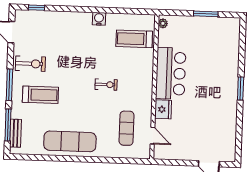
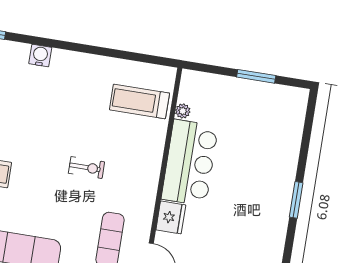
water cooler: (99, 19) -> (40, 56), moved
plant: (163, 23) -> (183, 111), moved

